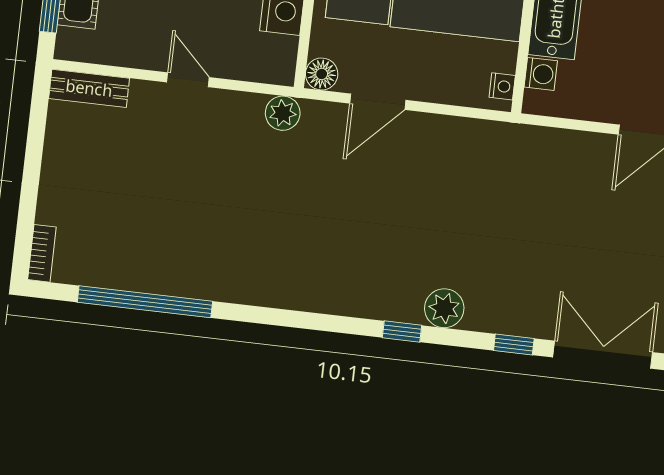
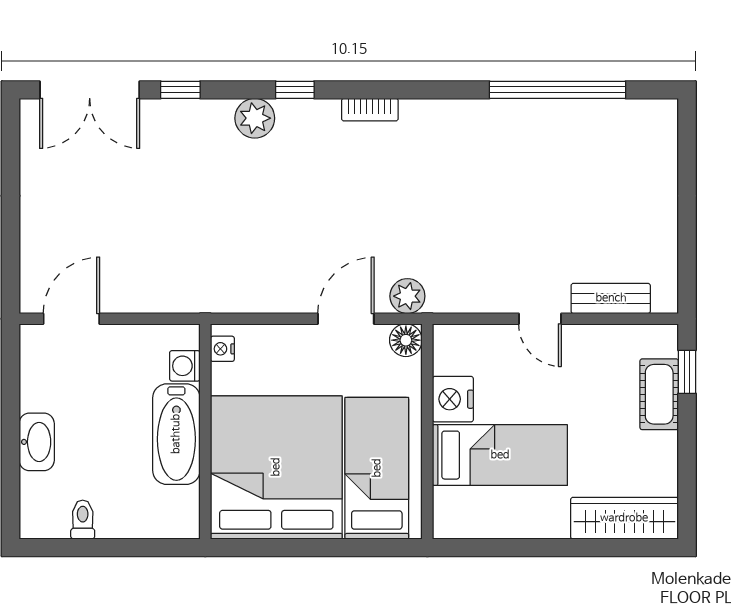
bench: (89, 88) -> (611, 298), moved
plant: (283, 113) -> (407, 296), moved
bookcase: (42, 253) -> (370, 110), moved, turned -90

